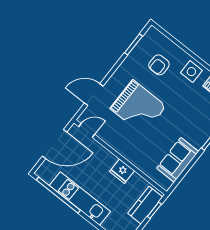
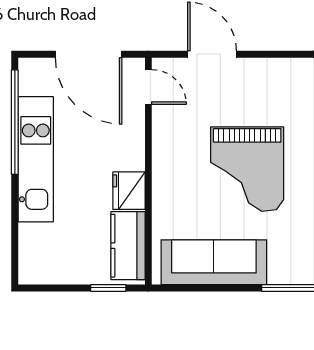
grand piano: (138, 107) -> (247, 169), moved
sofa: (178, 160) -> (214, 262), width x1.36
kitchen counter: (145, 205) -> (128, 246), moved, turned -90

